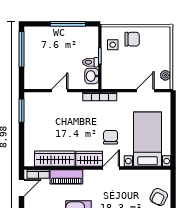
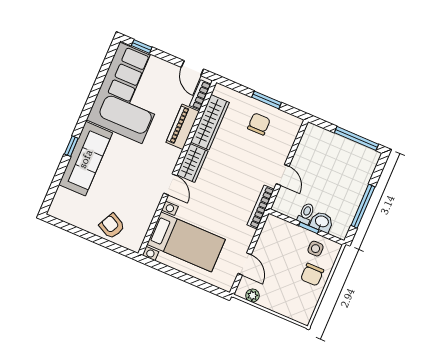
washbasin: (92, 76) -> (322, 222), moved
door: (60, 91) -> (283, 175), moved
window: (22, 111) -> (267, 100), moved
chair: (111, 137) -> (259, 124), moved, turned -90

